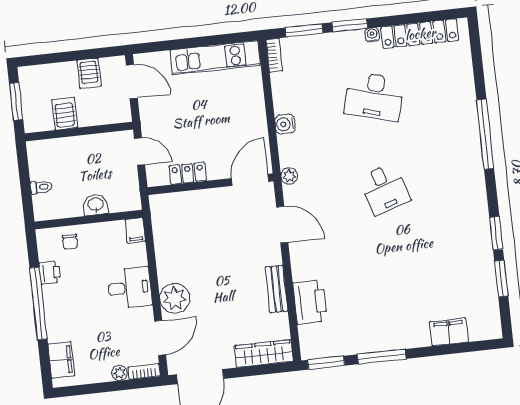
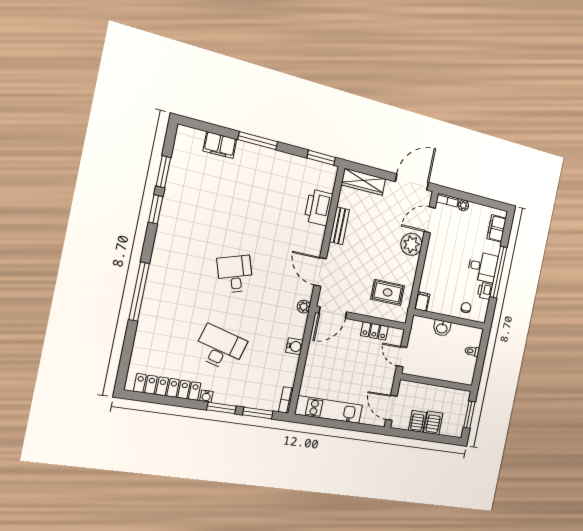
server rack: (65, 114) -> (433, 423), moved, turned 180
rug: (186, 227) -> (388, 292), added
desk: (130, 288) -> (483, 267), moved, turned 180
window: (382, 357) -> (258, 141), moved

